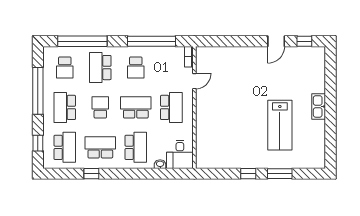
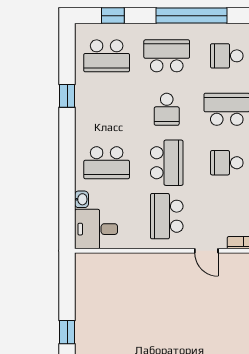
school desk: (100, 107) -> (167, 109), turned 90
school desk: (171, 107) -> (167, 216), turned 90
school desk: (100, 147) -> (107, 109), removed

